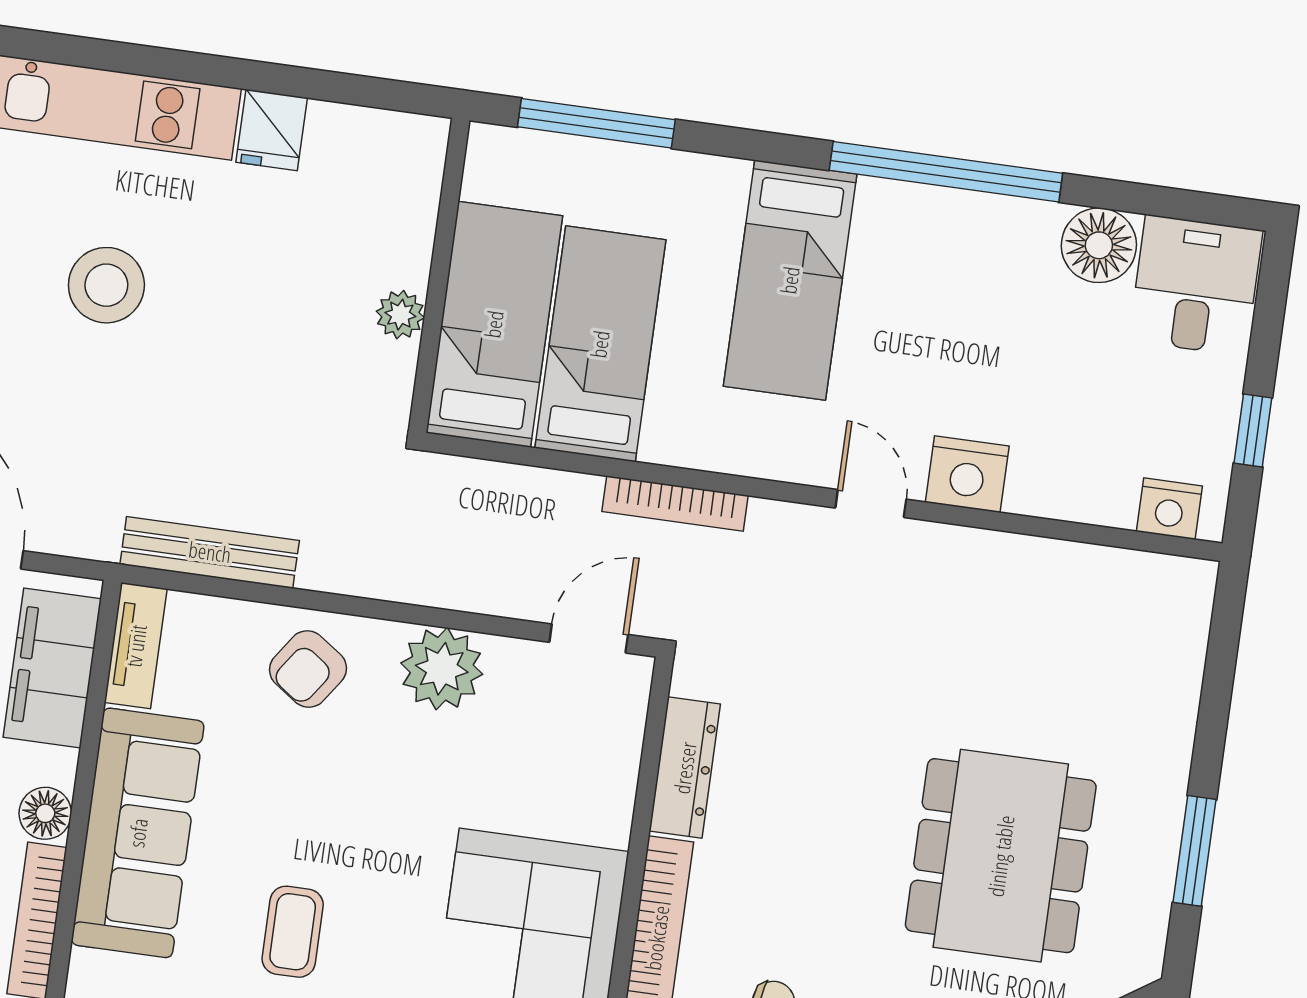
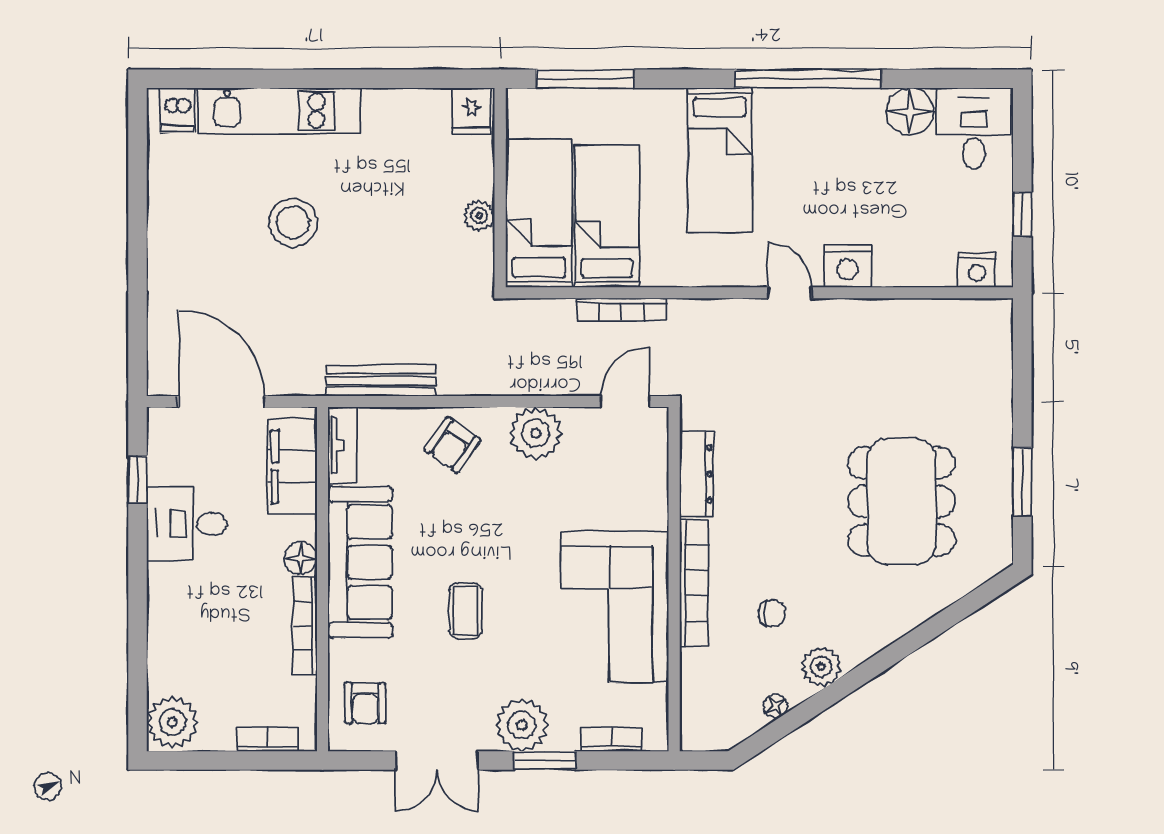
fridge: (272, 130) -> (472, 111), moved
bookcase: (675, 503) -> (621, 310), moved

